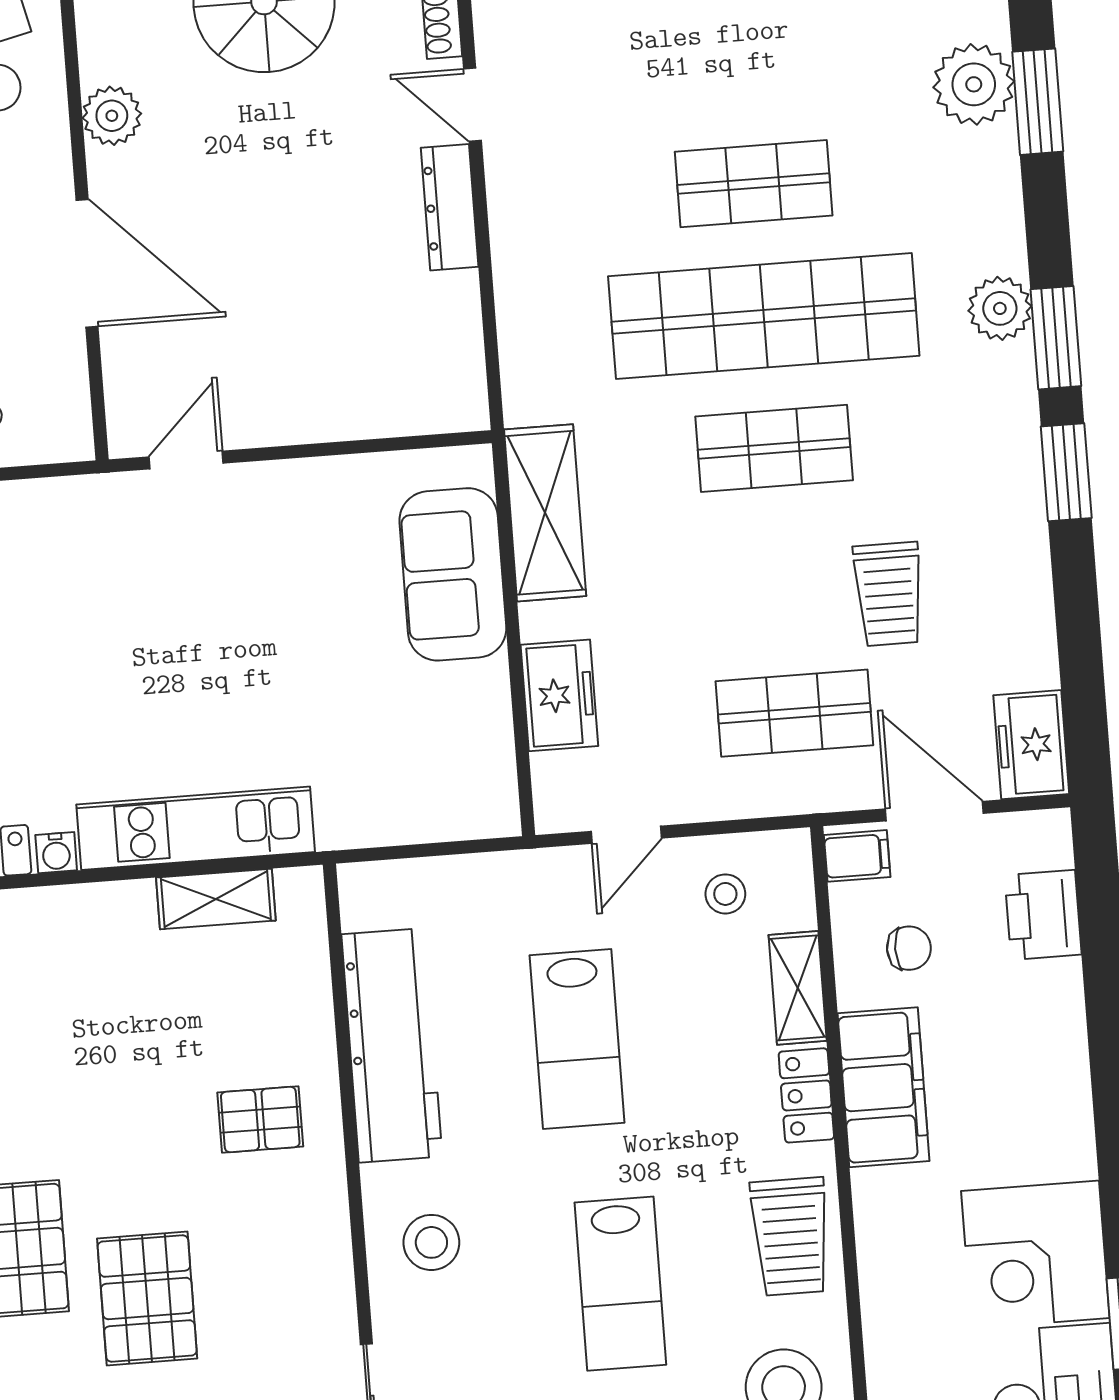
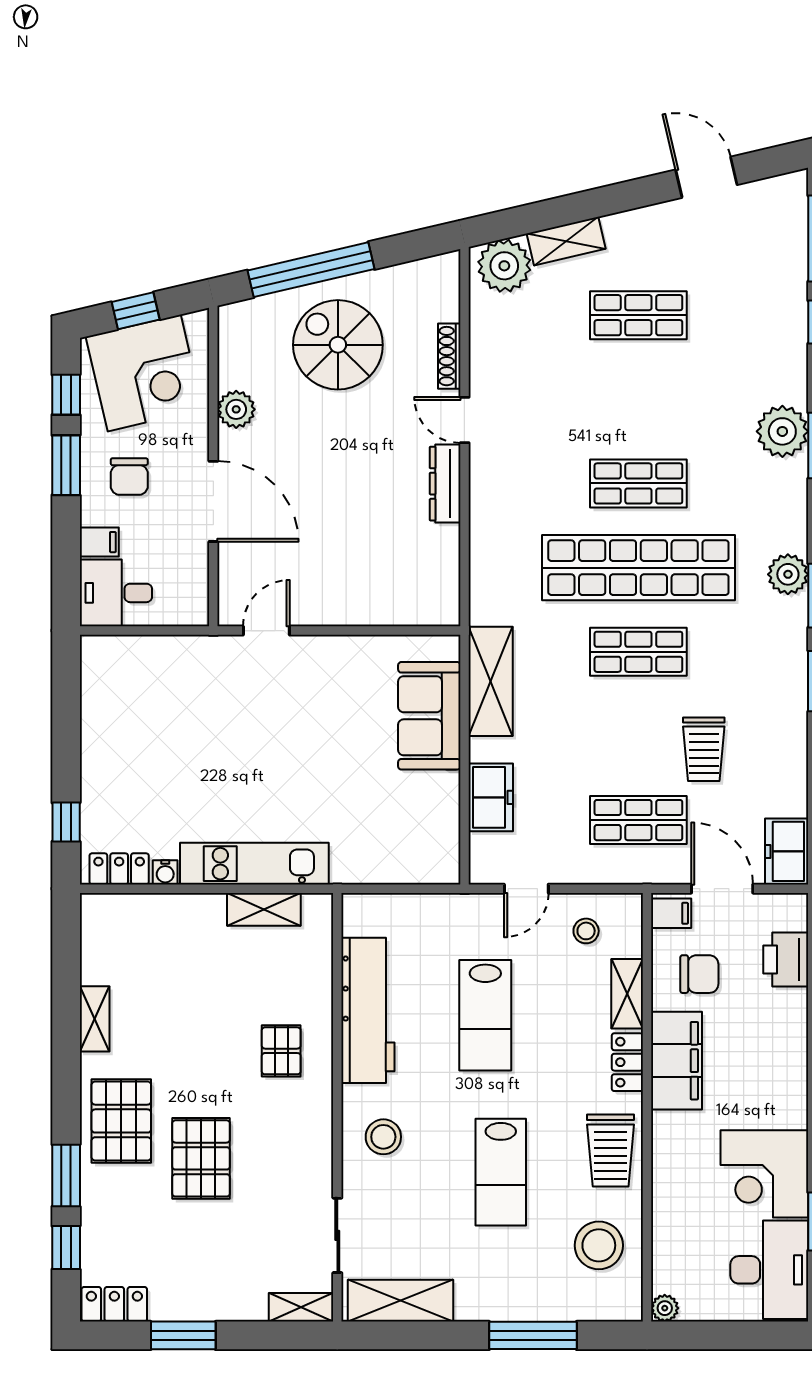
chair: (909, 948) -> (699, 974), width x1.37, depth x1.37
pallet: (260, 1120) -> (281, 1051), turned 90

